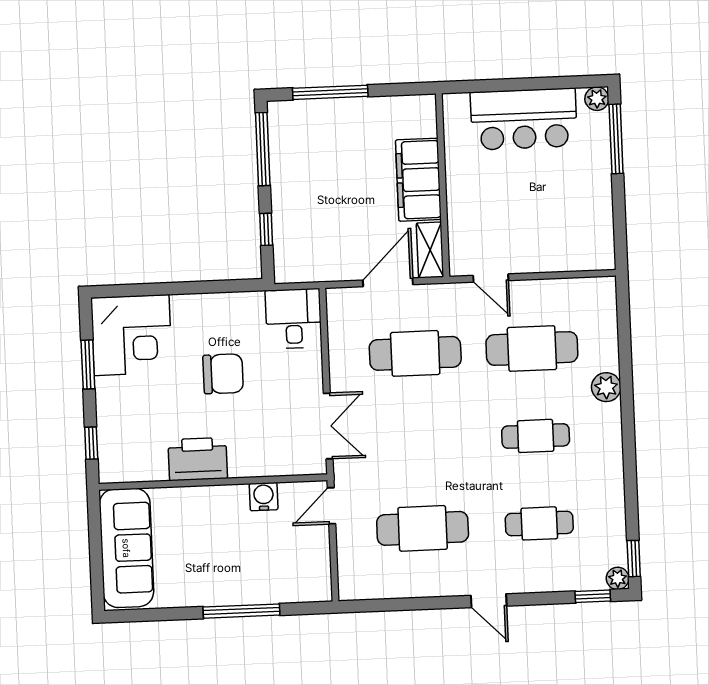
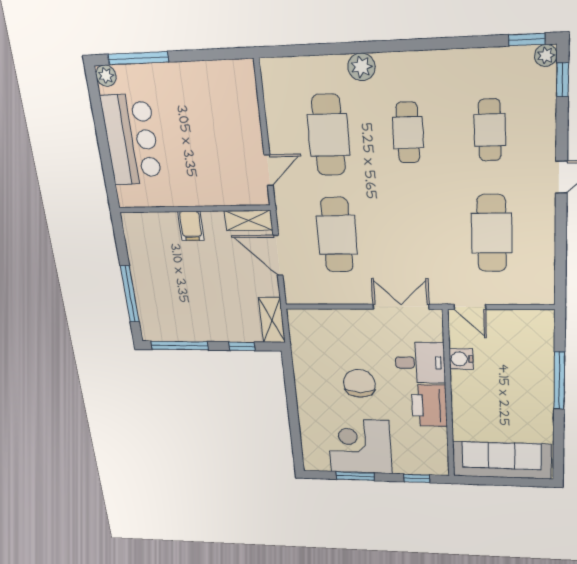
filing cabinet: (418, 180) -> (191, 226), width x0.33, depth x0.86
shelving: (304, 269) -> (272, 320), added
desk: (294, 319) -> (420, 363), moved, turned 180
corner desk: (131, 335) -> (360, 446), moved, turned -90

